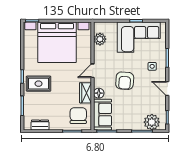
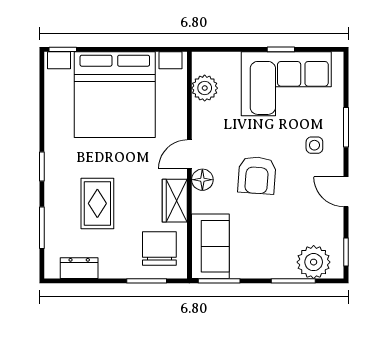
rug: (39, 84) -> (97, 203), moved, turned 90
floor lamp: (99, 93) -> (202, 180), moved

